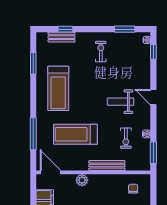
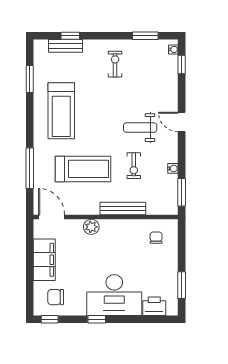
treadmill: (75, 134) -> (83, 169), turned 180
exercise bike: (126, 138) -> (134, 166), moved

